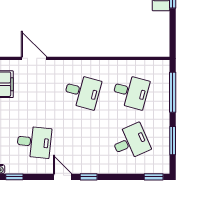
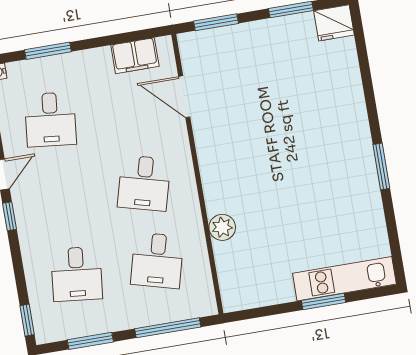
plant: (117, 49) -> (222, 227), added
door: (34, 58) -> (184, 97), swing flipped
desk: (131, 142) -> (77, 274), turned 30

